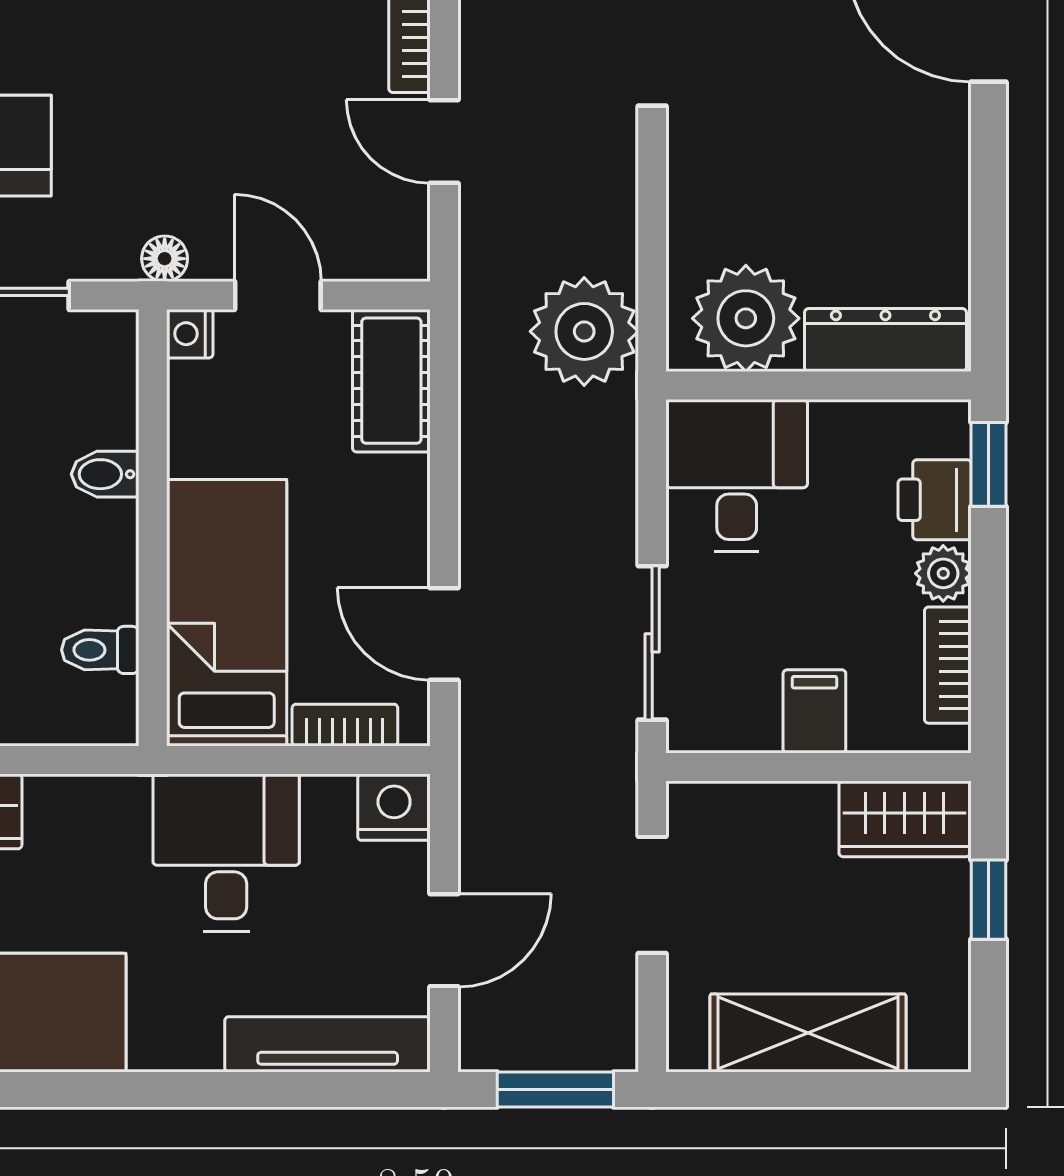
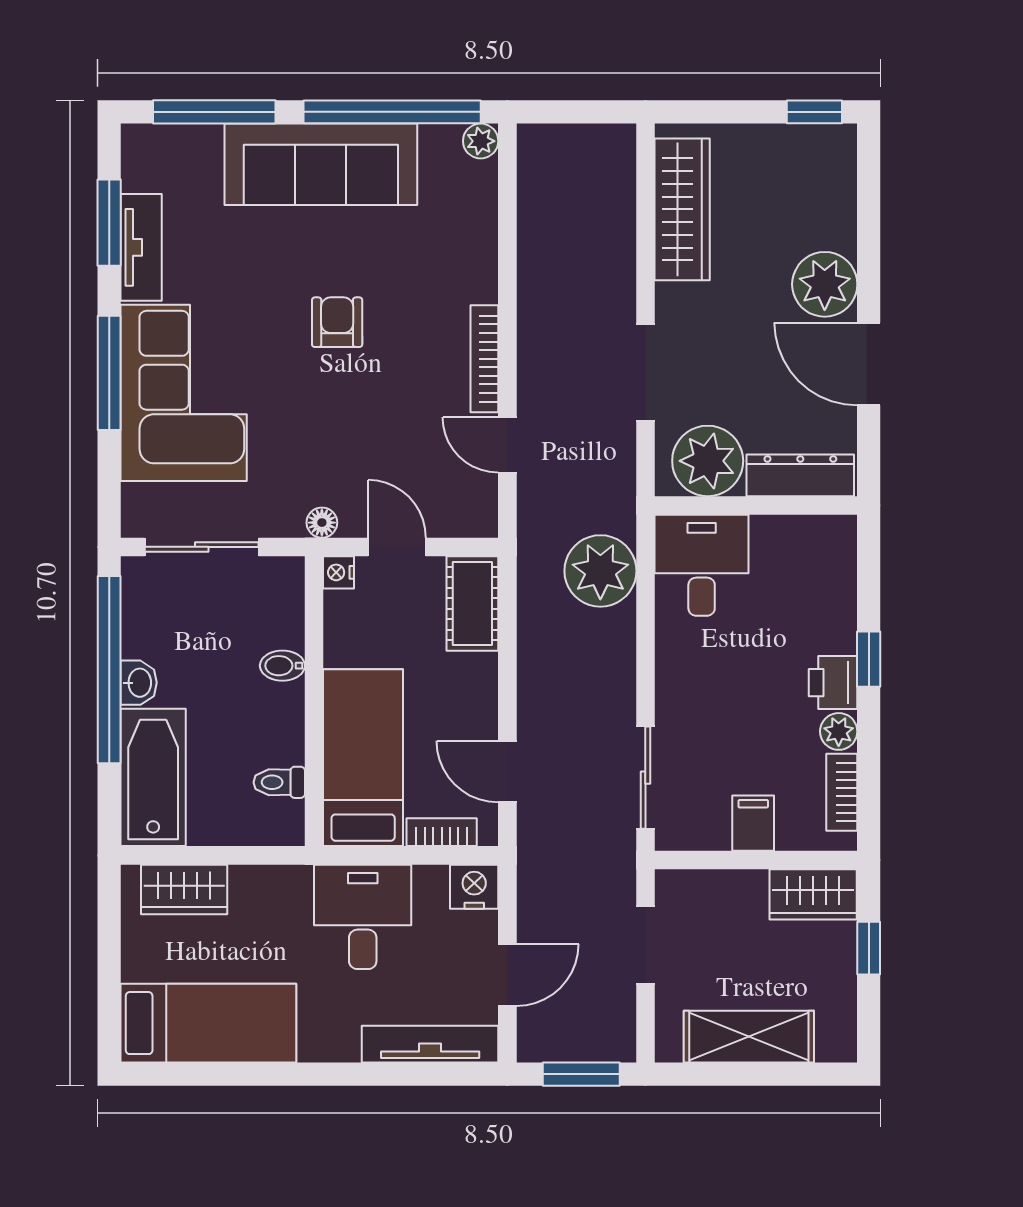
plant: (746, 318) -> (708, 461), moved
dresser: (885, 340) -> (800, 475), moved
wall: (819, 386) -> (756, 506), moved
desk: (737, 476) -> (702, 565), moved

